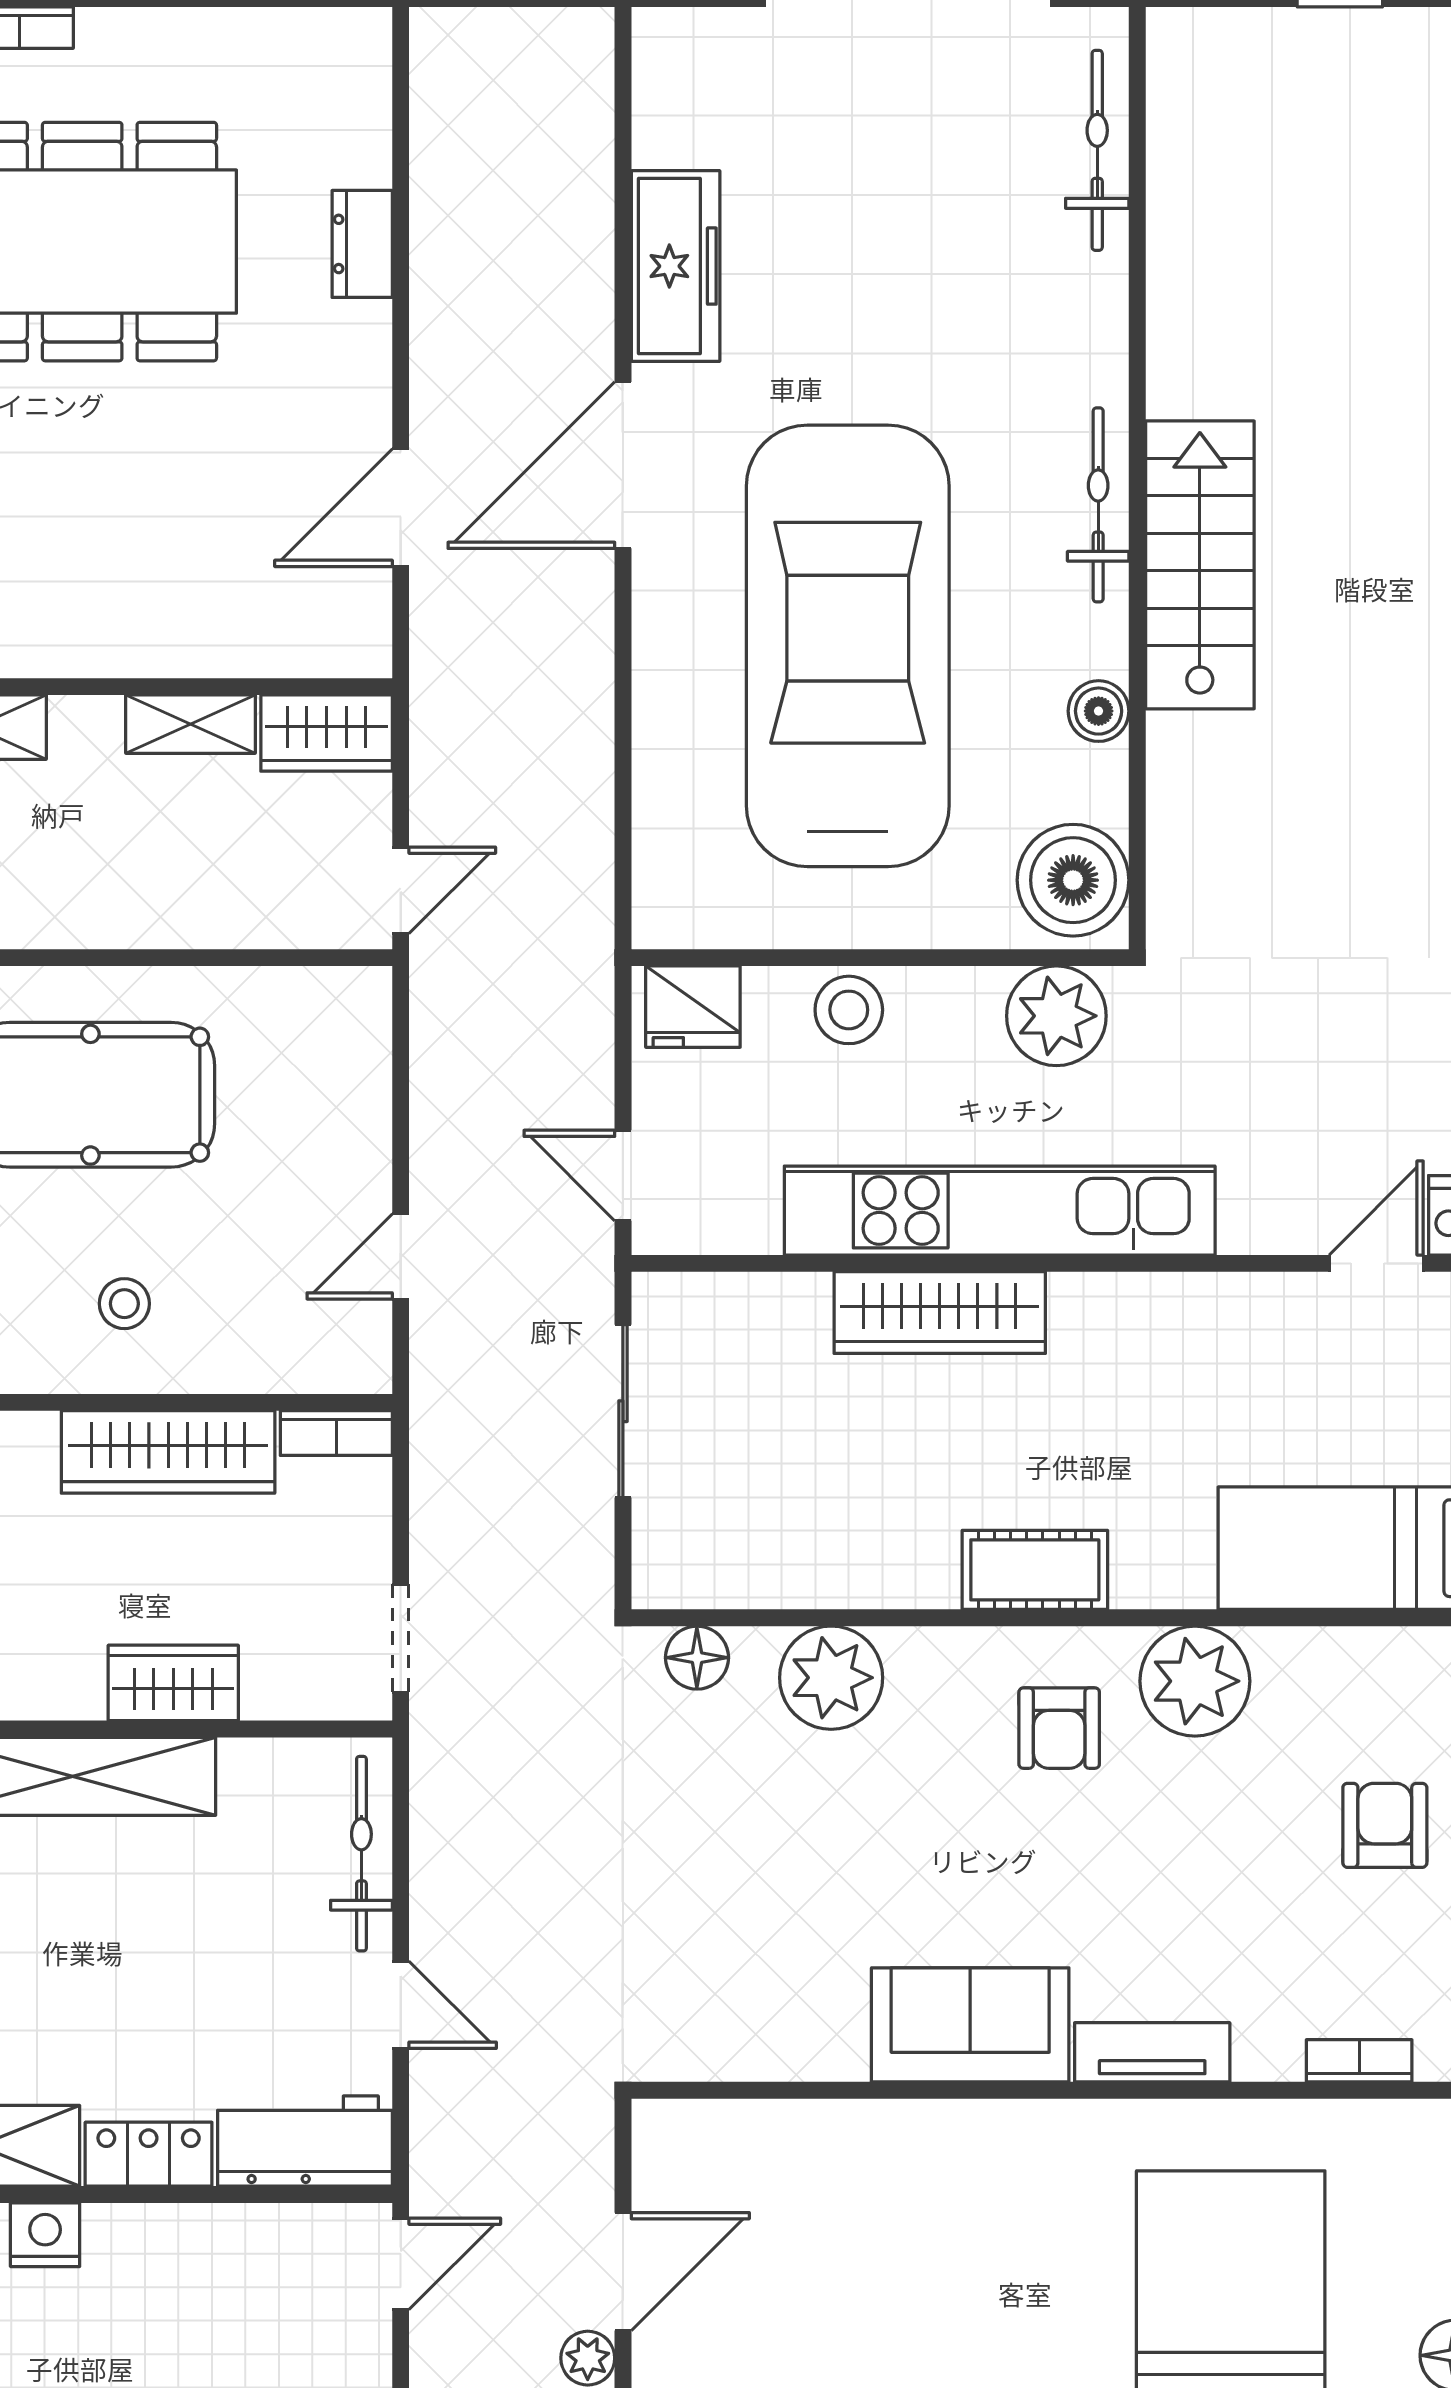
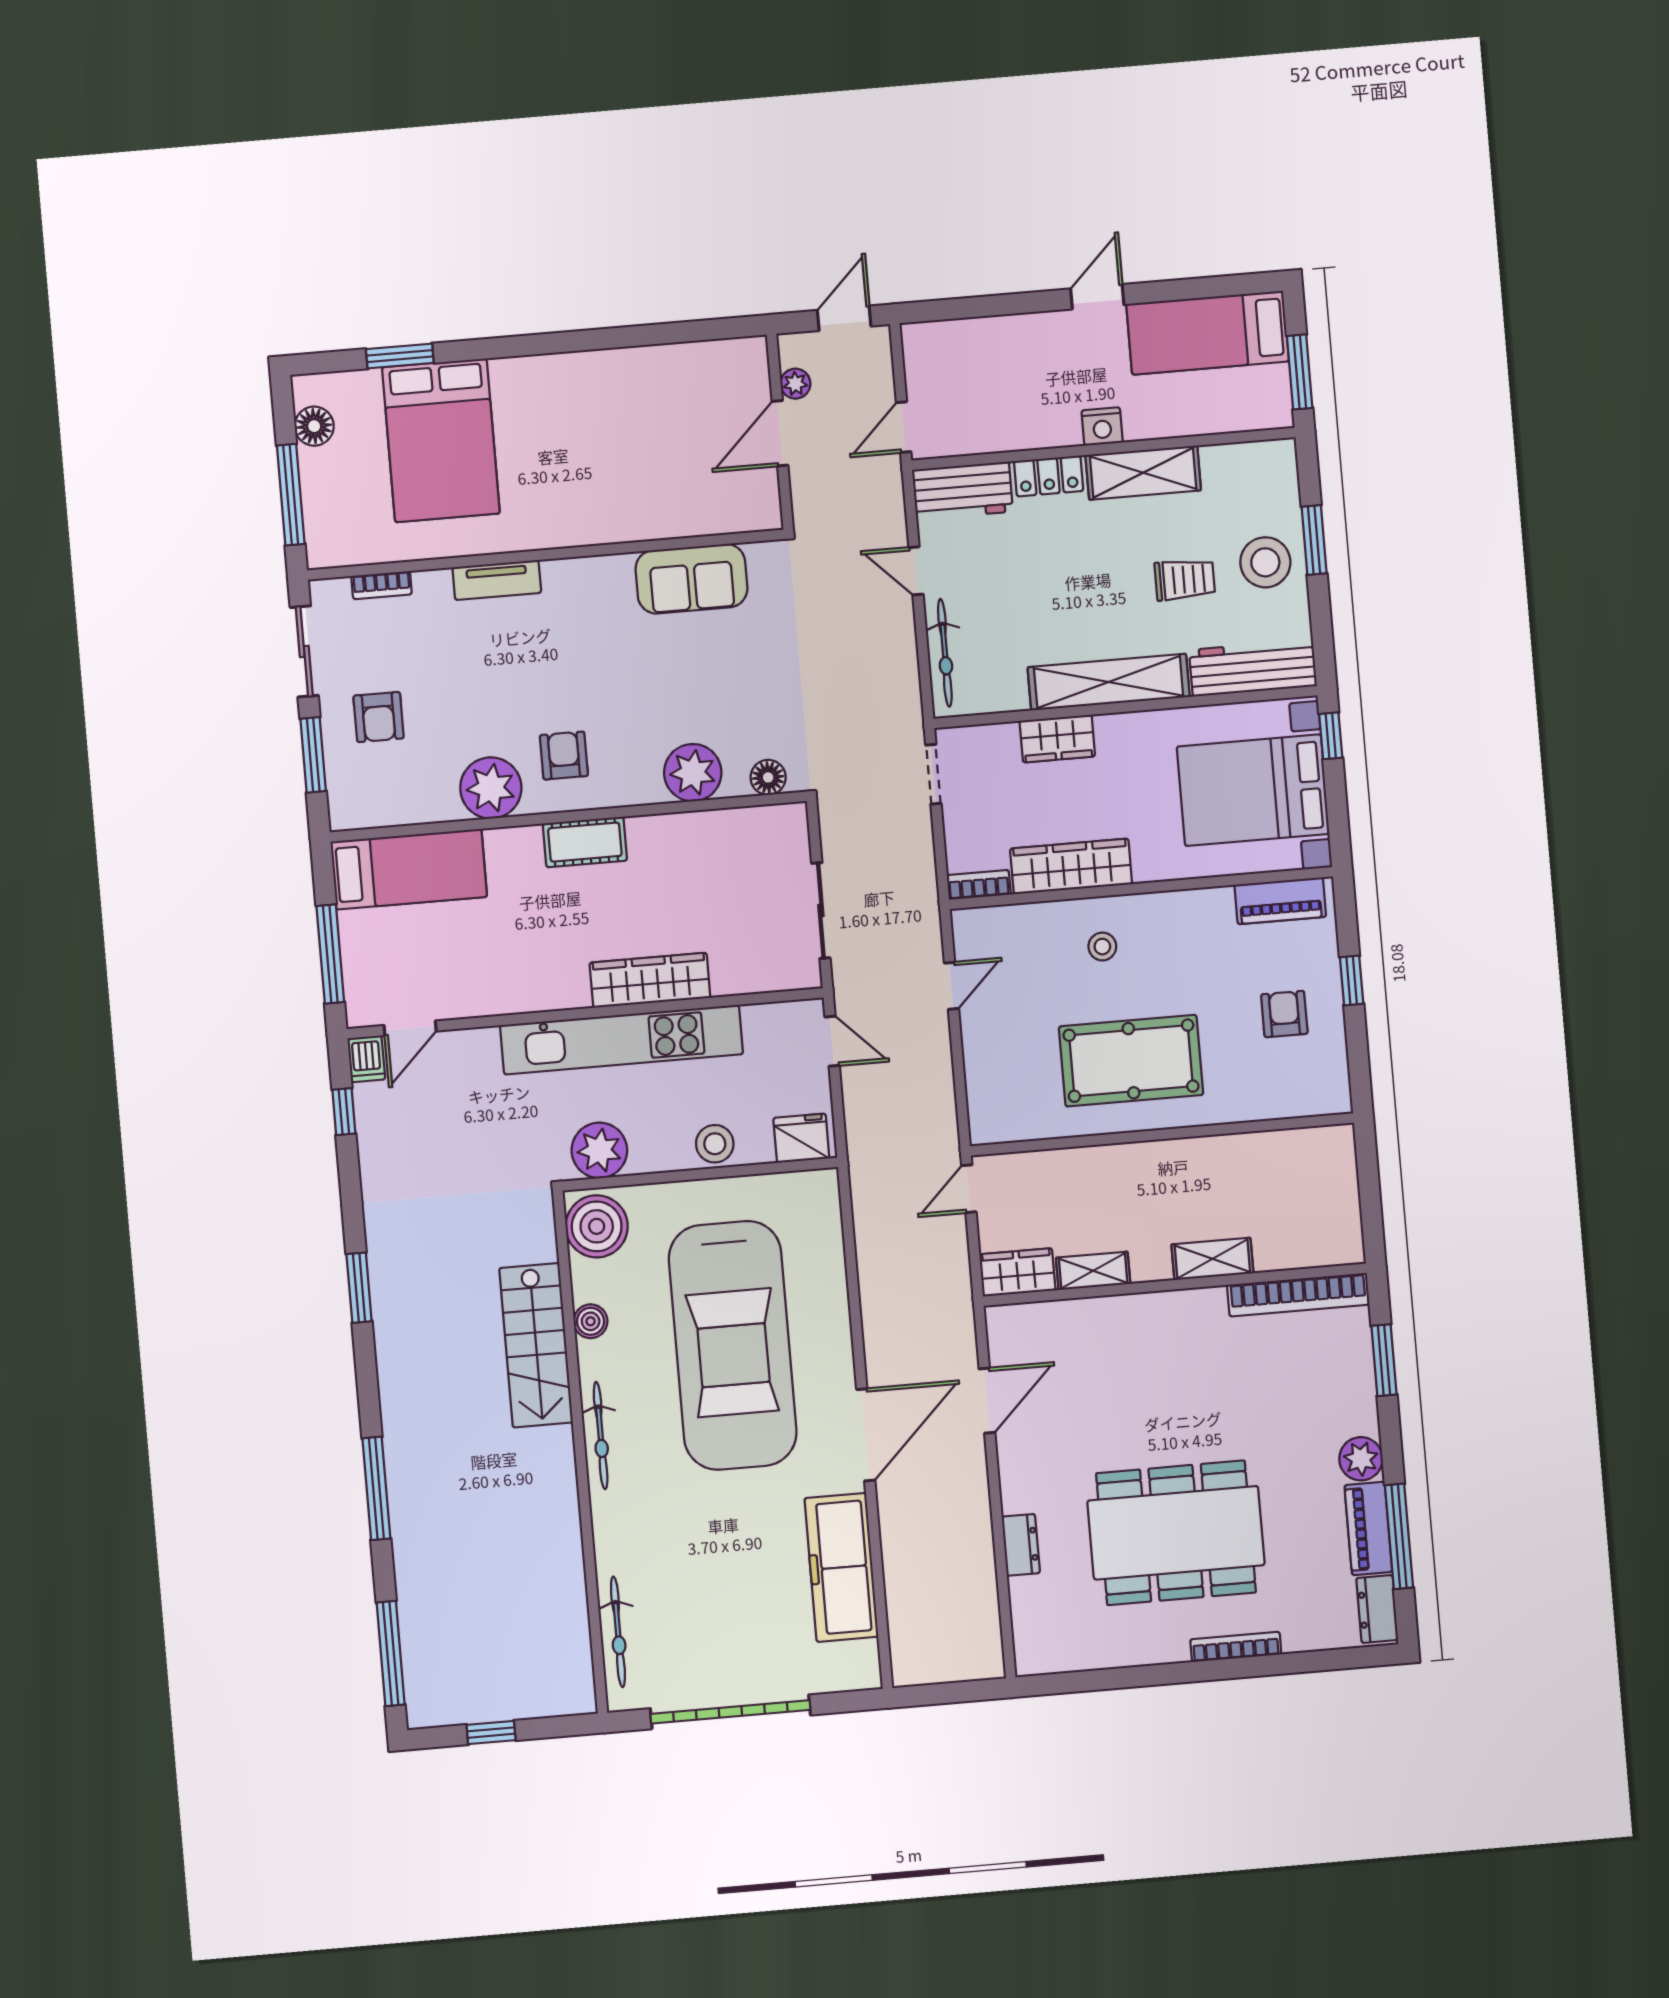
freezer: (676, 266) -> (841, 1567), width x1.36, depth x1.26
stairs: (1200, 565) -> (536, 1345), moved
sofa: (970, 2025) -> (691, 579), moved

